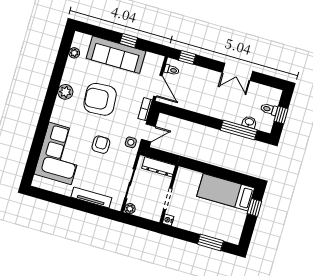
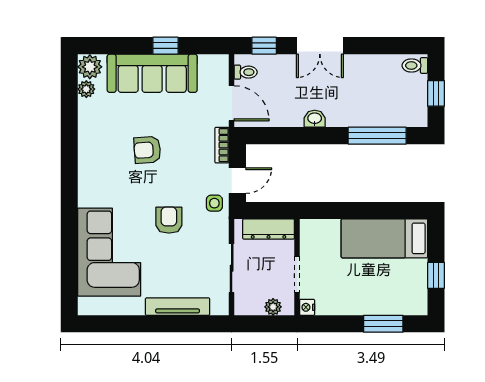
double door: (237, 72) -> (320, 46), moved
plant: (65, 92) -> (90, 67), moved
armchair: (100, 99) -> (147, 150), width x0.53, depth x0.53
toilet: (269, 109) -> (415, 66), moved
washbasin: (249, 122) -> (315, 119), moved
window: (254, 207) -> (436, 275), moved
plant: (130, 209) -> (273, 307), moved

